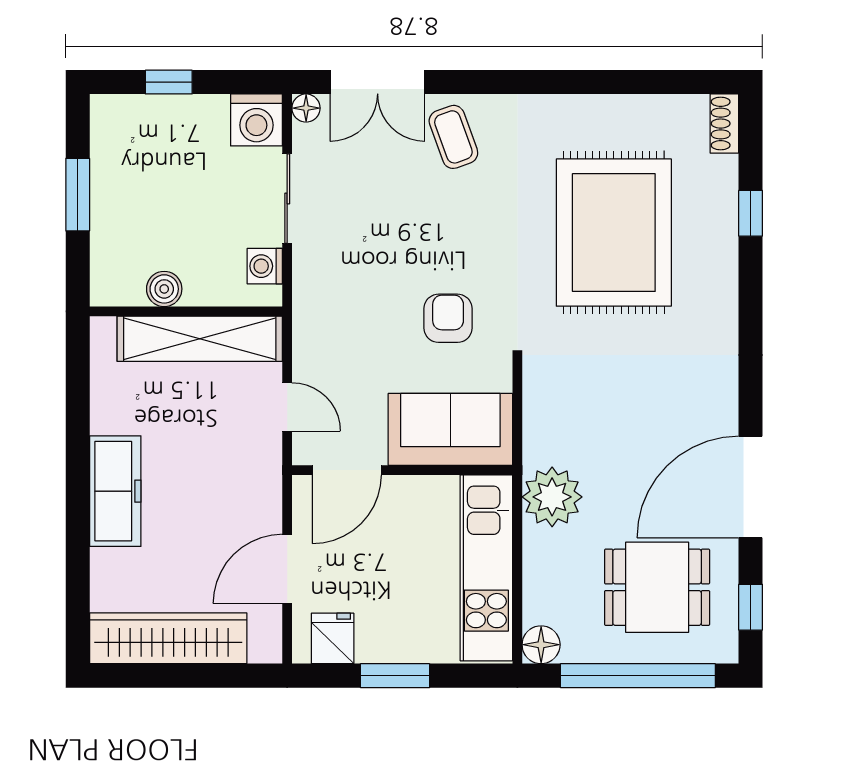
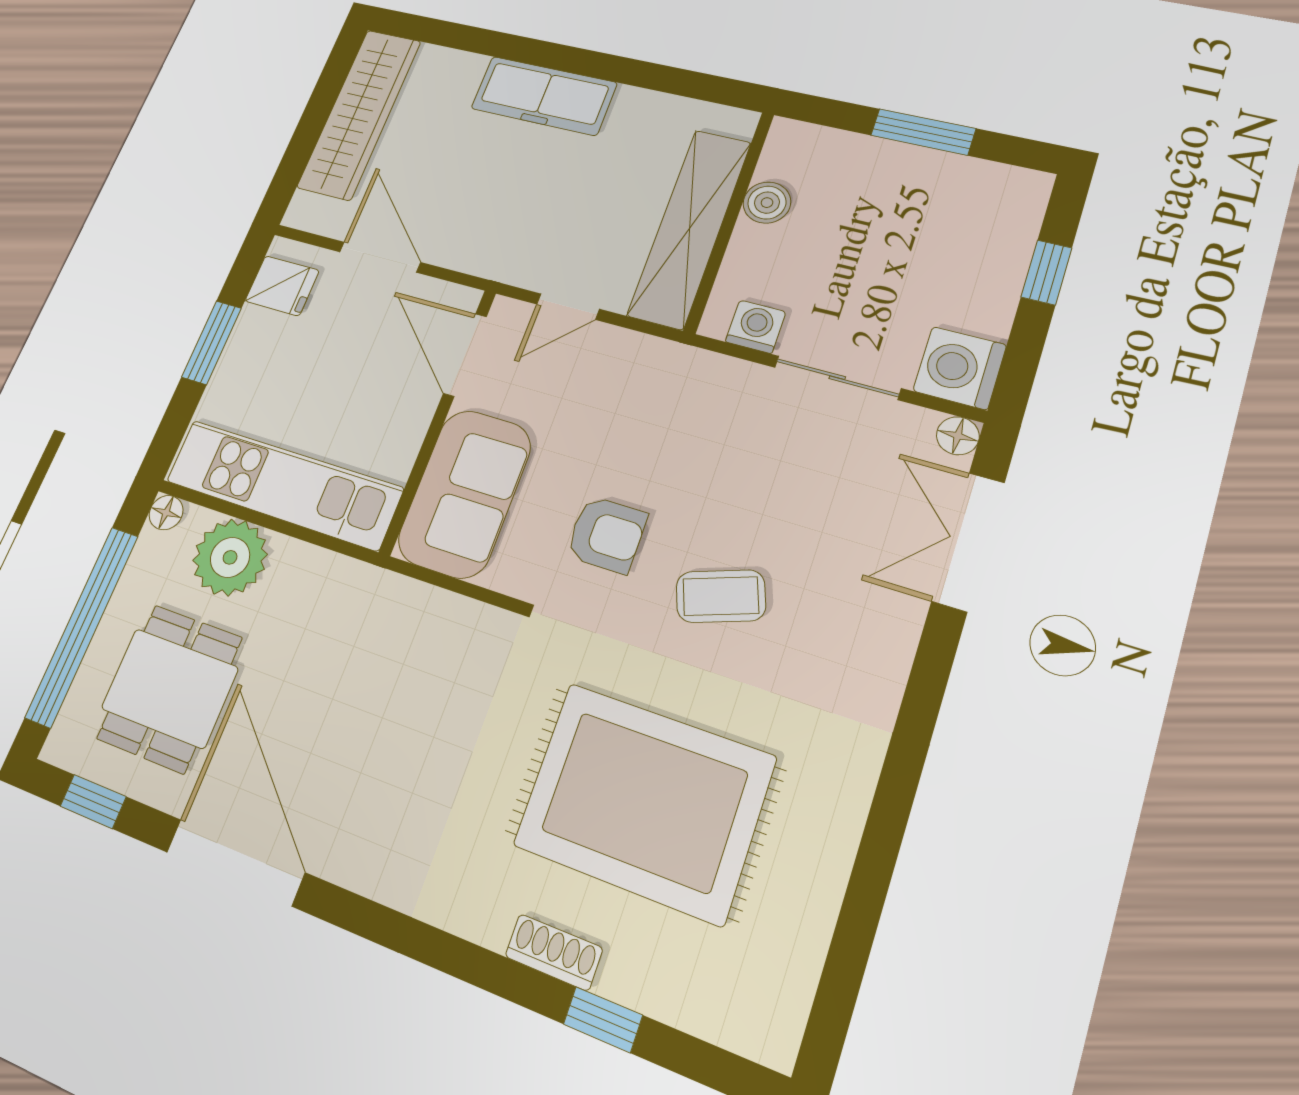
shoe rack: (724, 124) -> (554, 952), moved
coffee table: (453, 137) -> (721, 596), moved
plant: (552, 497) -> (230, 557), moved
floor lamp: (541, 645) -> (166, 513), width x0.73, depth x0.73

